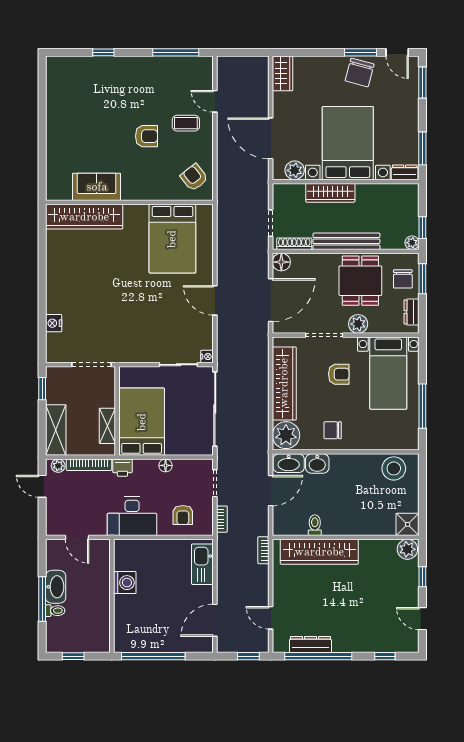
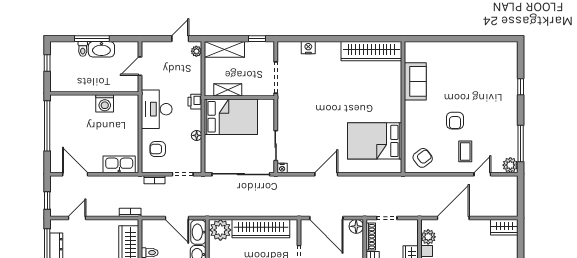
plant: (203, 66) -> (510, 165), added
wardrobe: (84, 217) -> (371, 51), moved, turned -90
bookcase: (89, 465) -> (197, 75), removed

